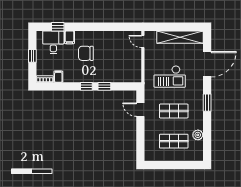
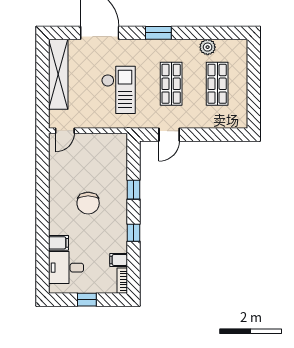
window: (58, 27) -> (42, 261), removed
chair: (86, 53) -> (88, 203), moved
window: (86, 86) -> (133, 233), moved

